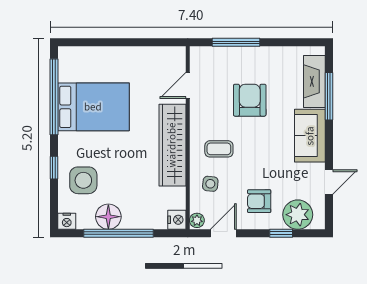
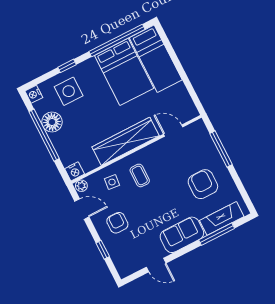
bed: (97, 64) -> (156, 59), added
armchair: (250, 100) -> (203, 184), moved, turned -90
plant: (298, 215) -> (122, 255), removed

